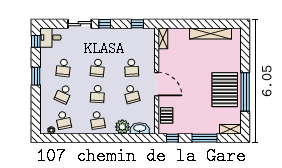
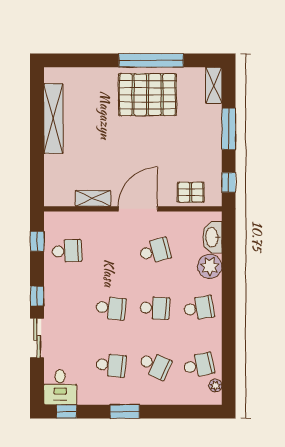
shelving: (163, 38) -> (93, 198), moved
school desk: (132, 68) -> (67, 251), moved

